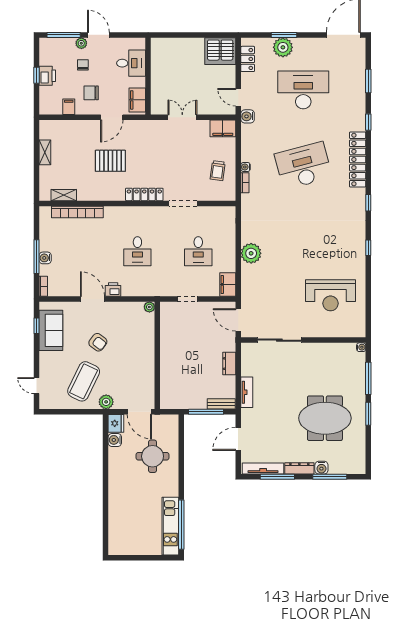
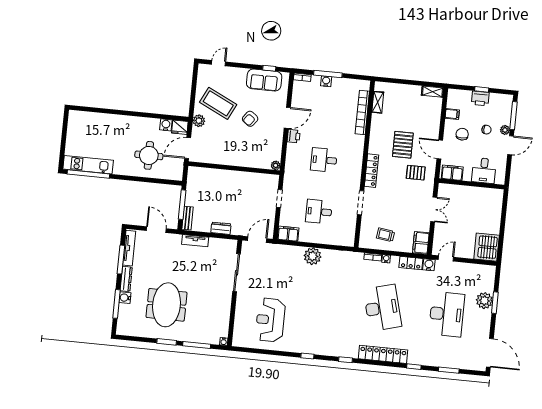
locker: (248, 59) -> (411, 263), moved
pallet: (141, 143) -> (416, 173), added
shelving: (45, 152) -> (432, 92), moved

